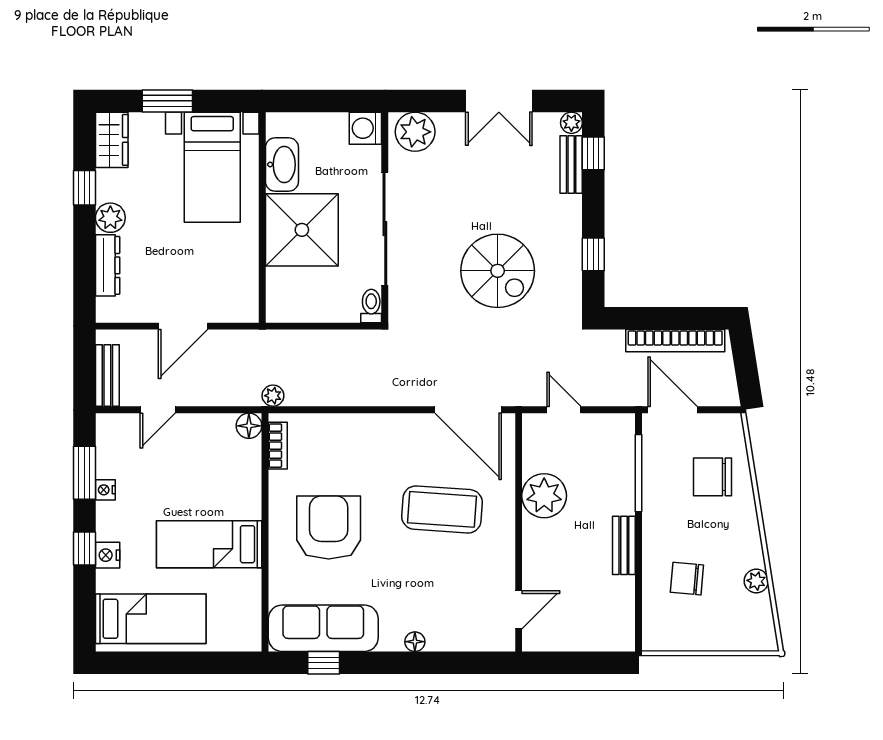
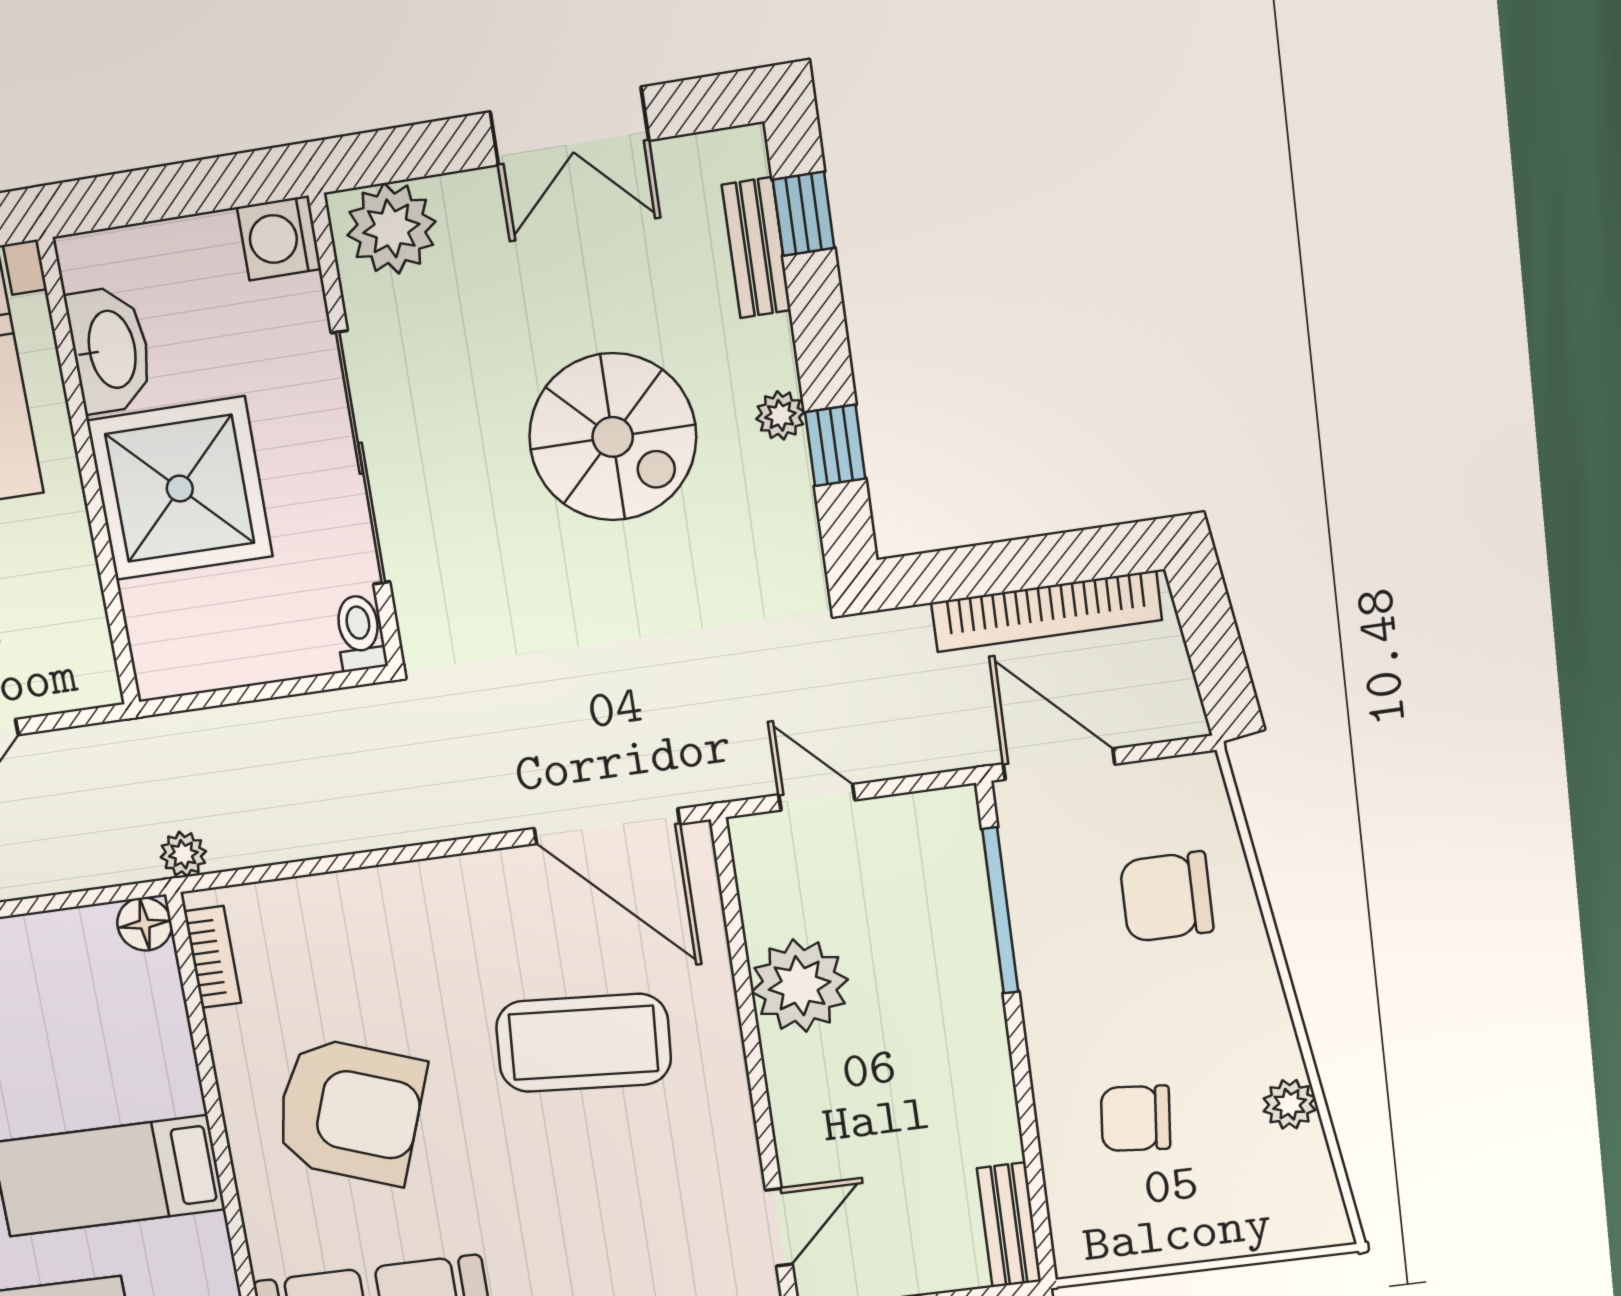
plant: (571, 123) -> (780, 415), moved
spiral stairs: (498, 271) -> (613, 437), moved
armchair: (329, 528) -> (350, 1111), turned 110
bench: (624, 545) -> (1009, 1225), moved

